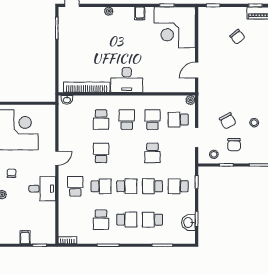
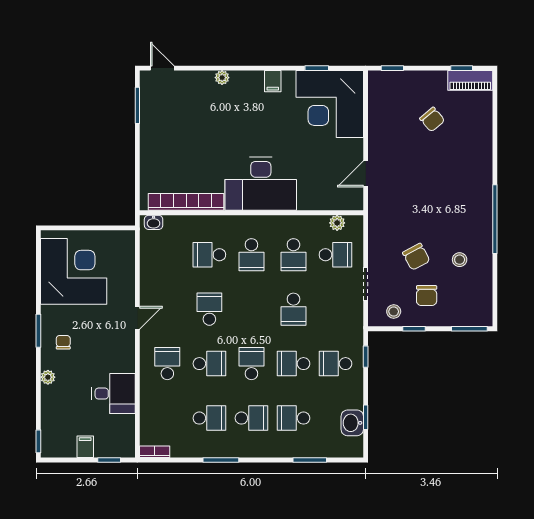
desk: (127, 80) -> (261, 184), width x1.36, depth x1.30
plant: (190, 100) -> (337, 223), moved
school desk: (101, 120) -> (209, 255), turned 90
school desk: (127, 120) -> (251, 255), turned 180
school desk: (152, 120) -> (293, 255), turned 180
school desk: (178, 120) -> (335, 255), turned 180
school desk: (127, 186) -> (251, 364), turned -90
desk: (42, 189) -> (113, 394), moved
school desk: (101, 220) -> (209, 418), turned -90

